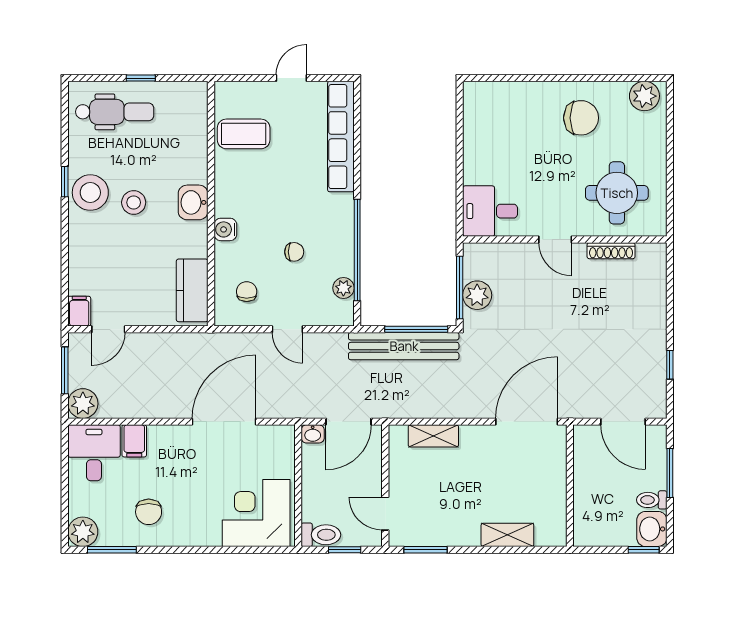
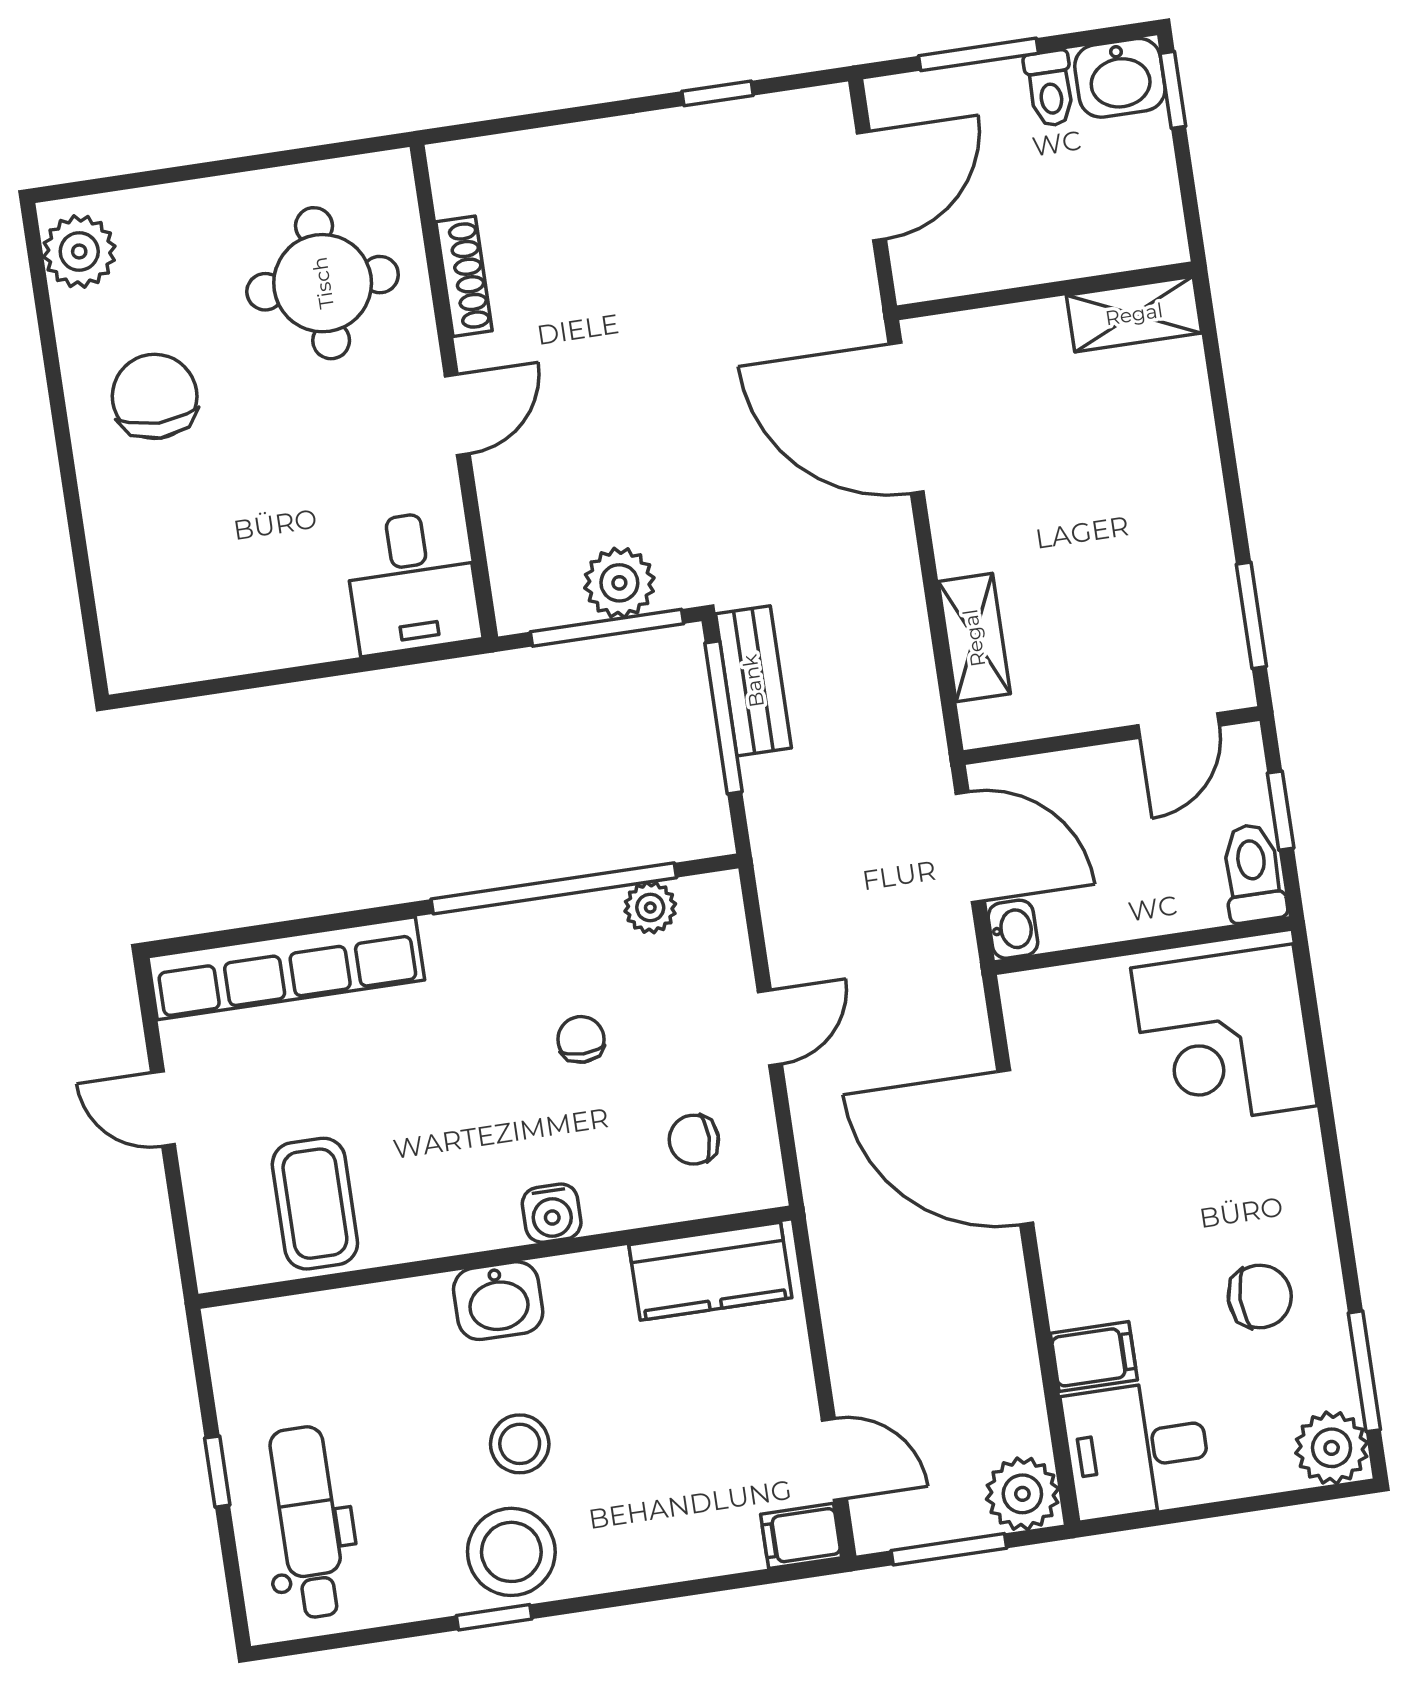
bench: (404, 346) -> (753, 681), width x0.54, depth x0.82
shelving: (507, 535) -> (1134, 314), moved, turned 90

